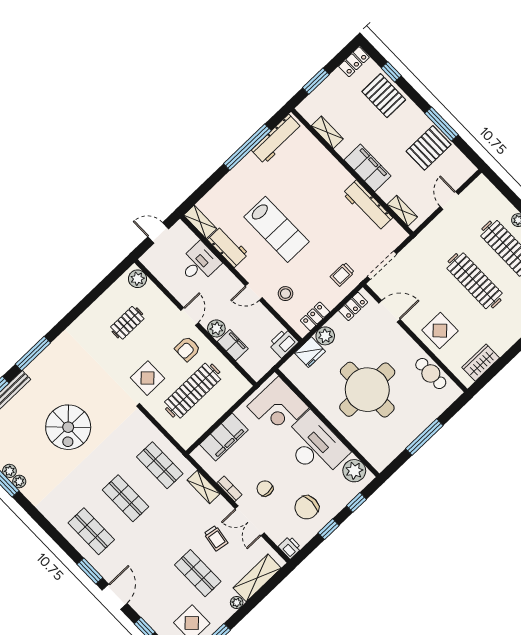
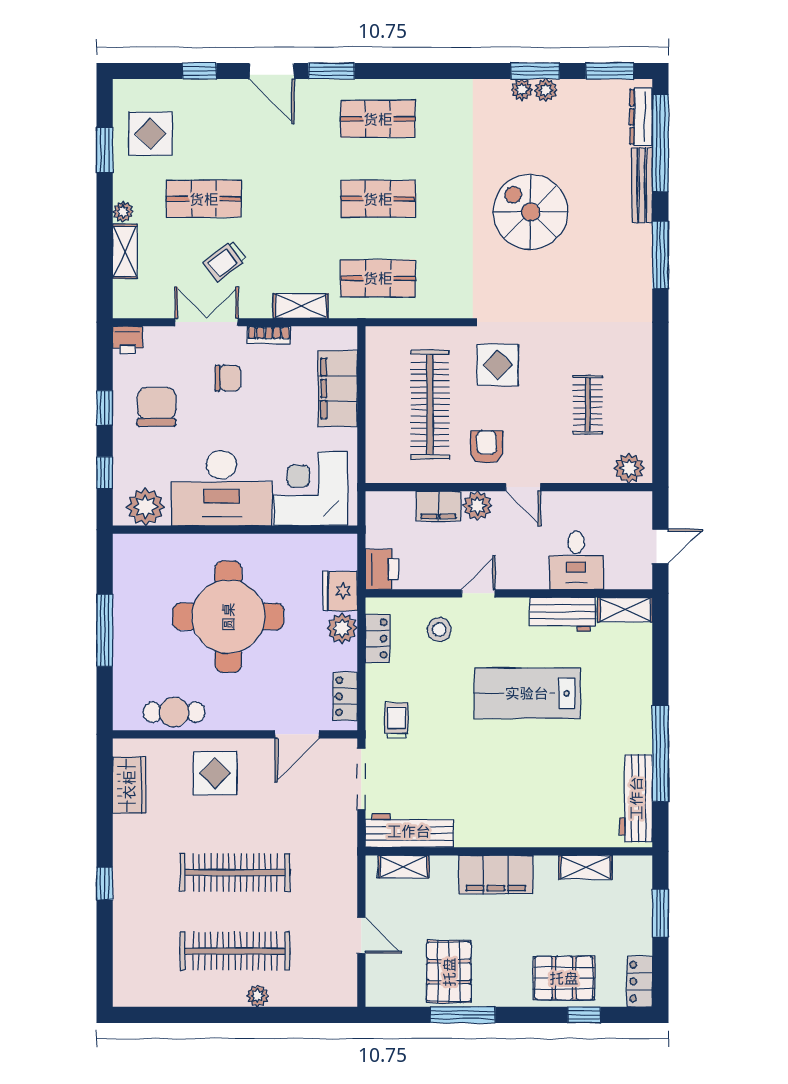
workbench: (367, 206) -> (409, 831), moved
trolley: (216, 538) -> (225, 261), turned -47
shelving: (257, 578) -> (125, 251), width x0.67, depth x0.75

